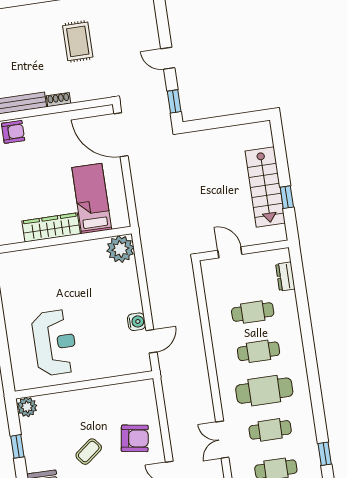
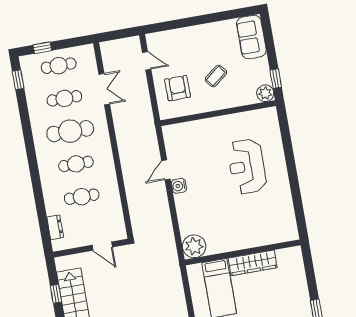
wall: (84, 385) -> (218, 113), moved
plant: (27, 407) -> (265, 93), moved
armchair: (135, 438) -> (178, 88), turned 81

